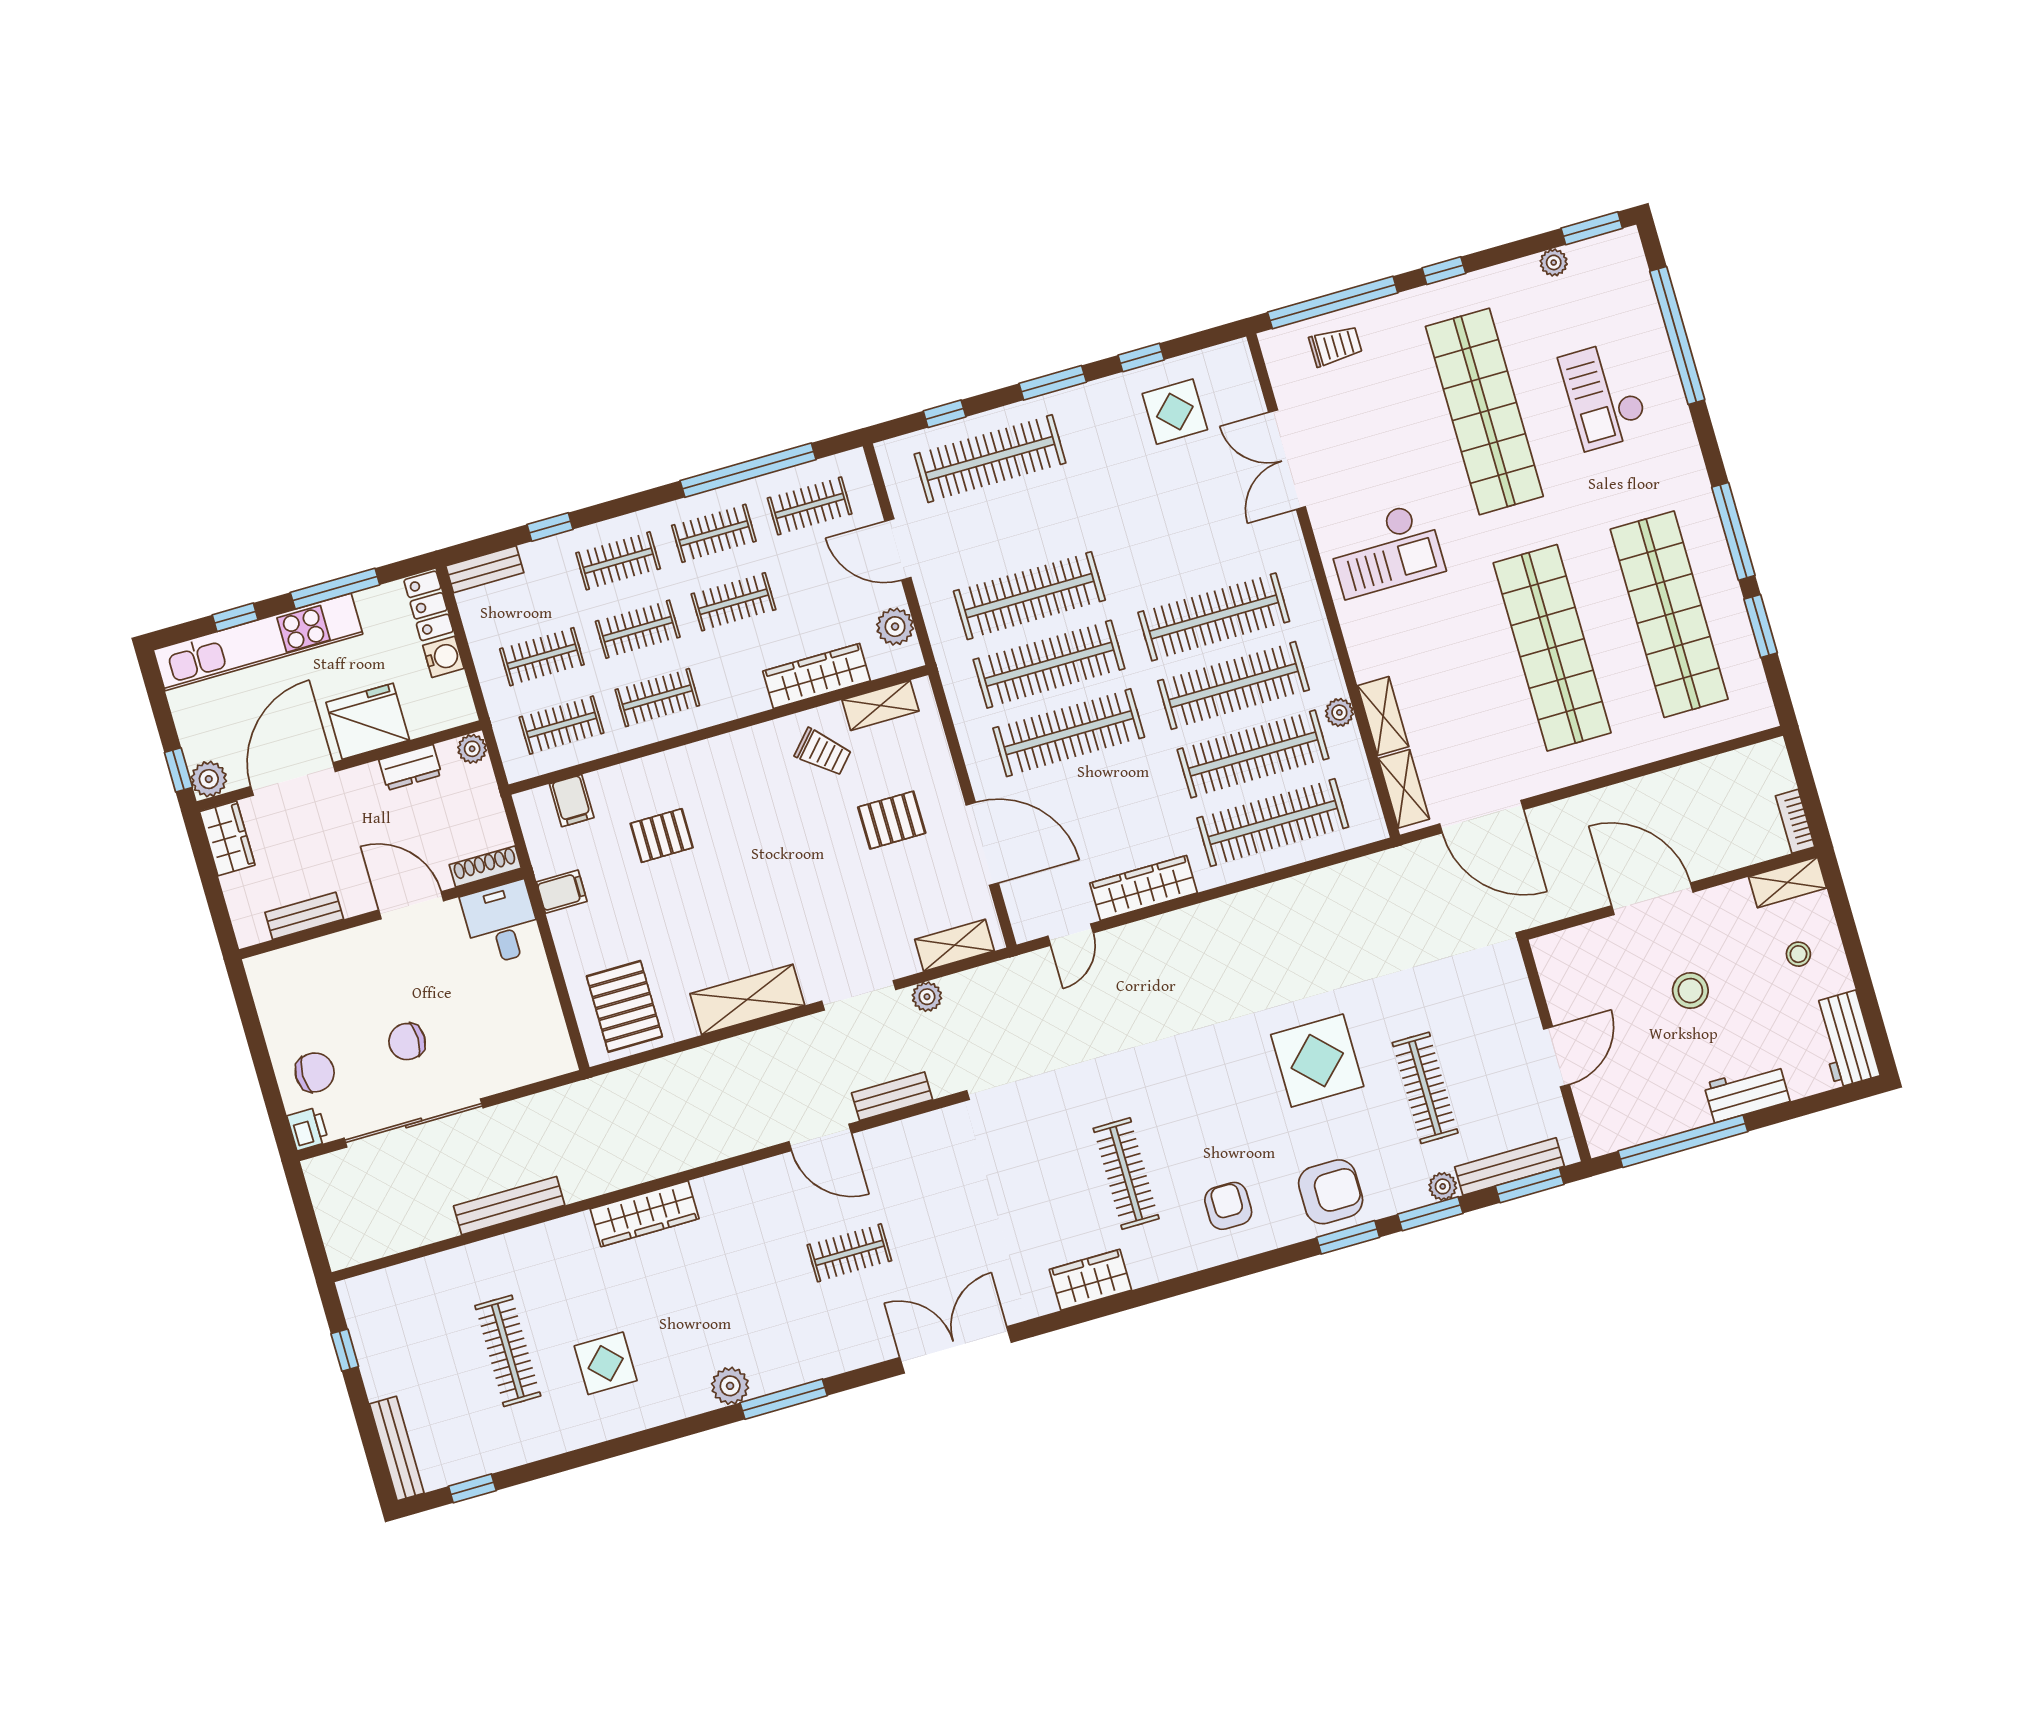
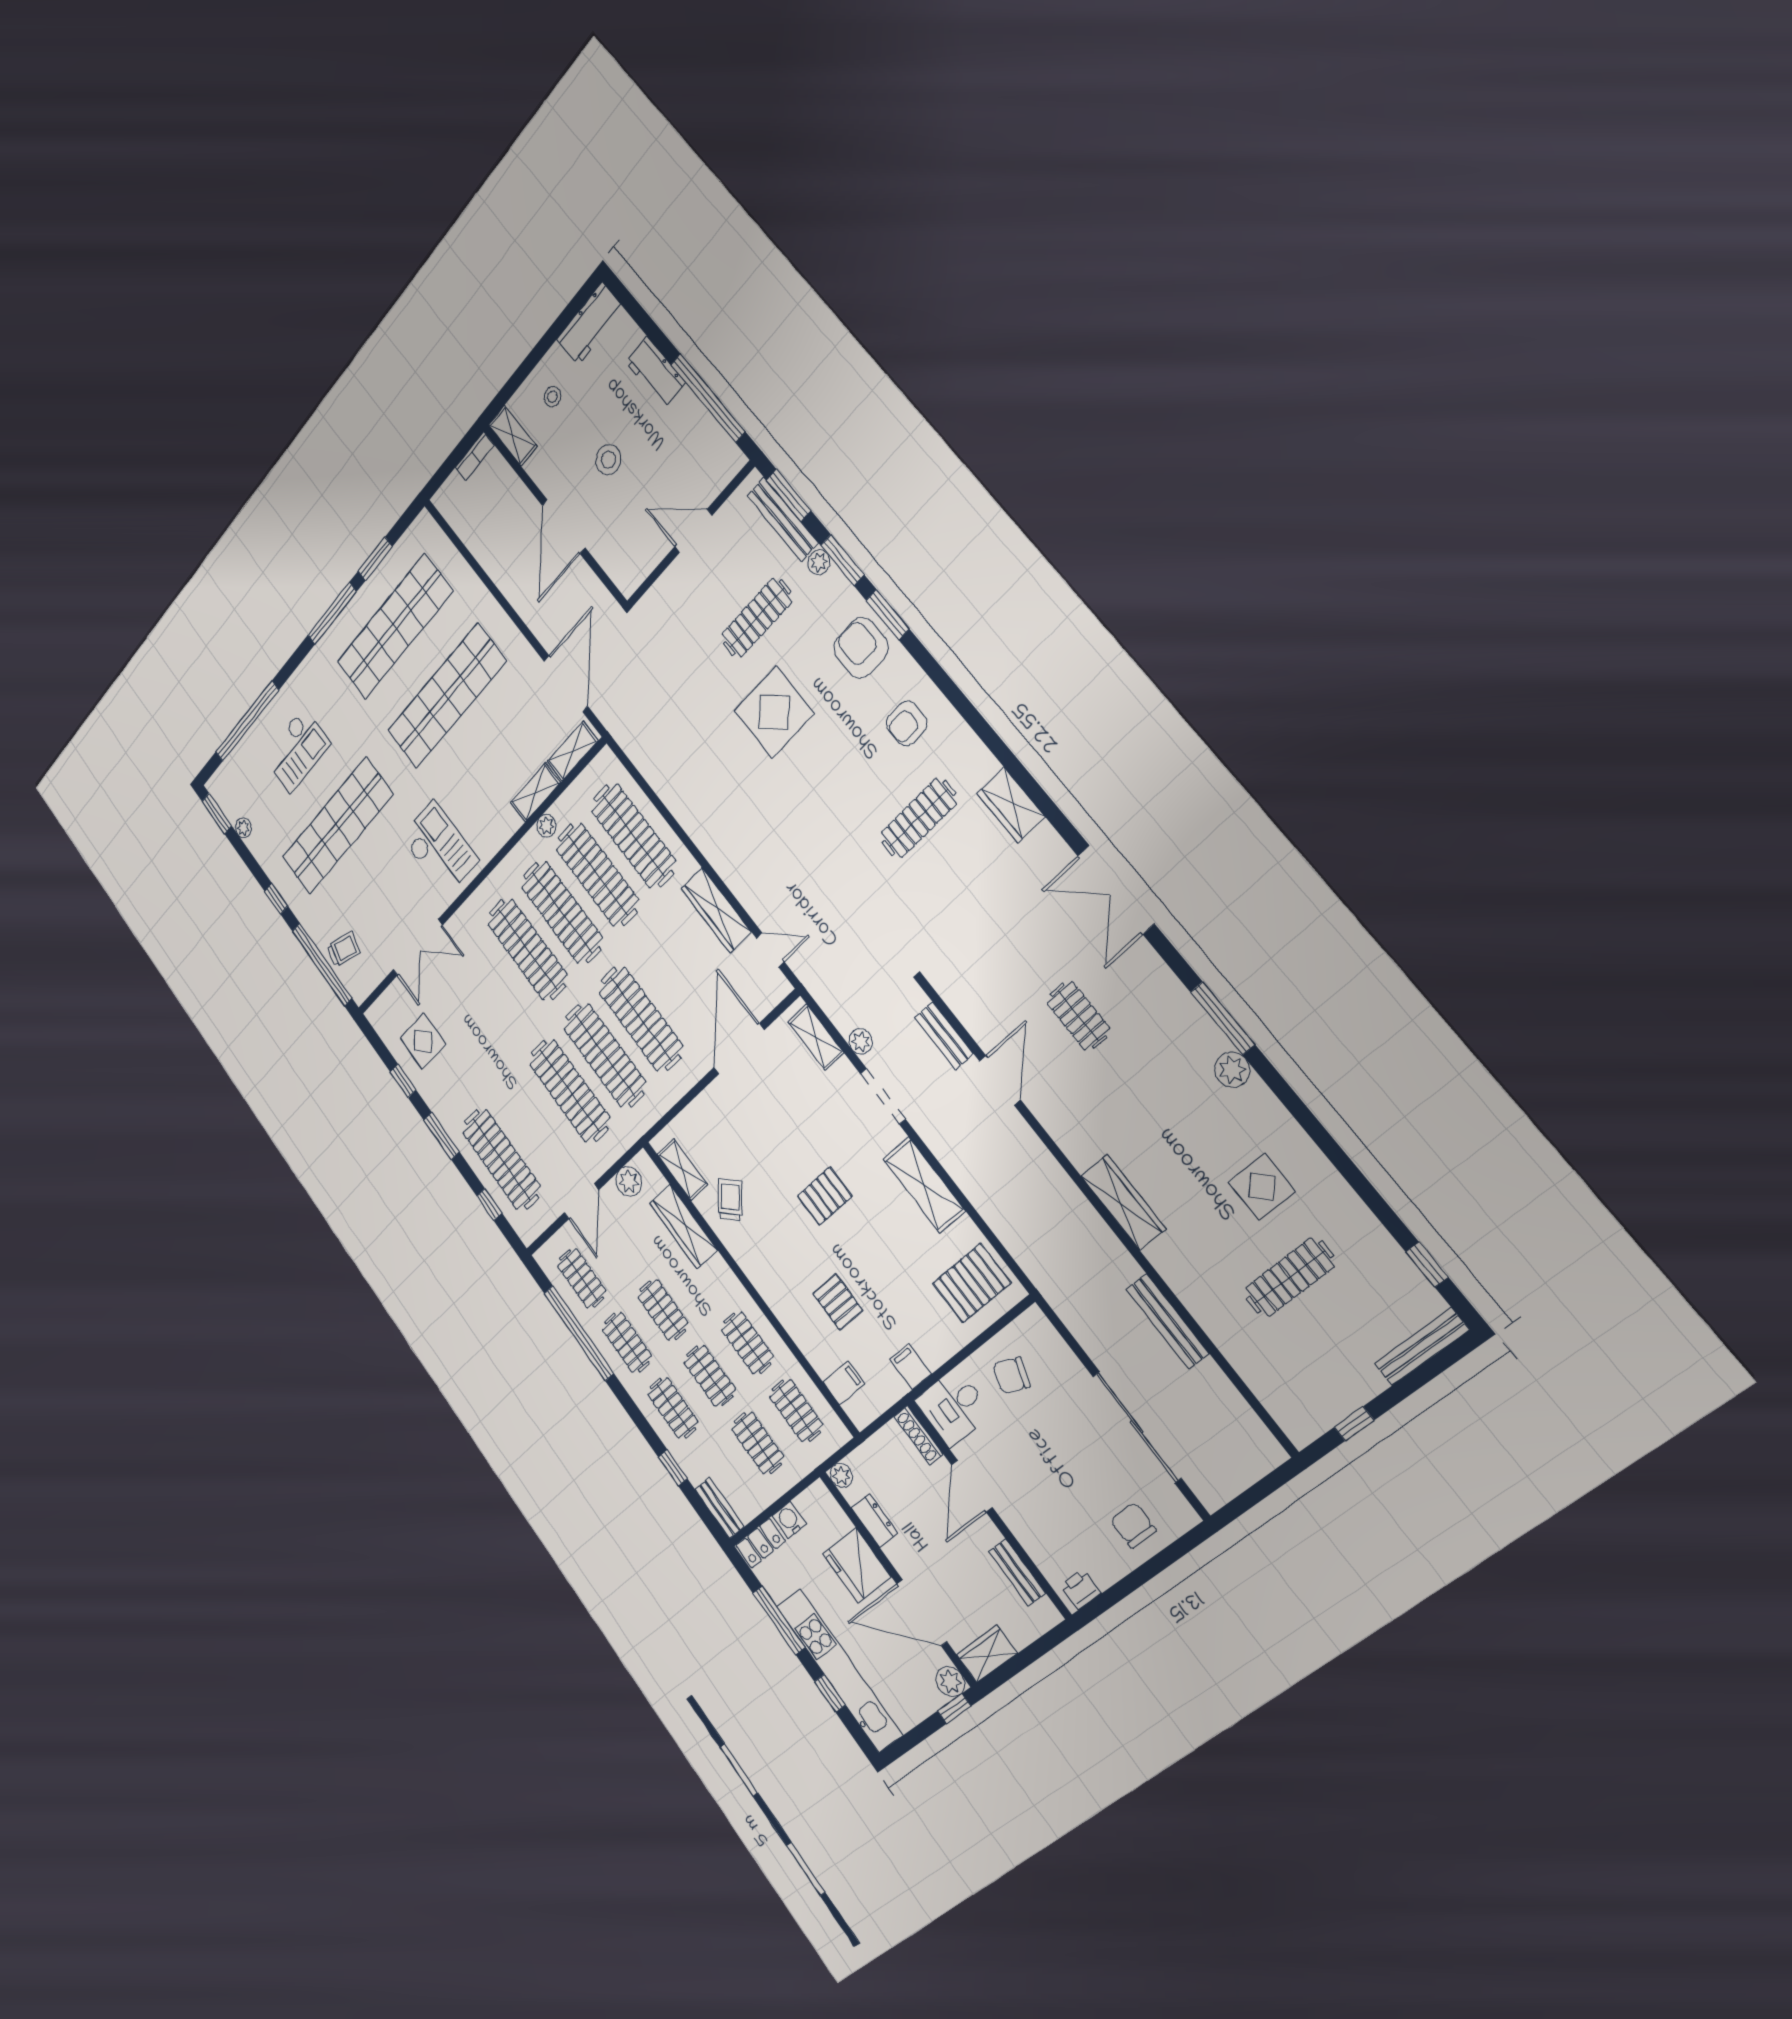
trolley: (1335, 346) -> (344, 949), turned 106
pallet: (892, 820) -> (825, 1196), moved, turned 90
chair: (407, 1042) -> (1012, 1375), moved, turned 111
printer: (308, 1129) -> (1081, 1589), moved

